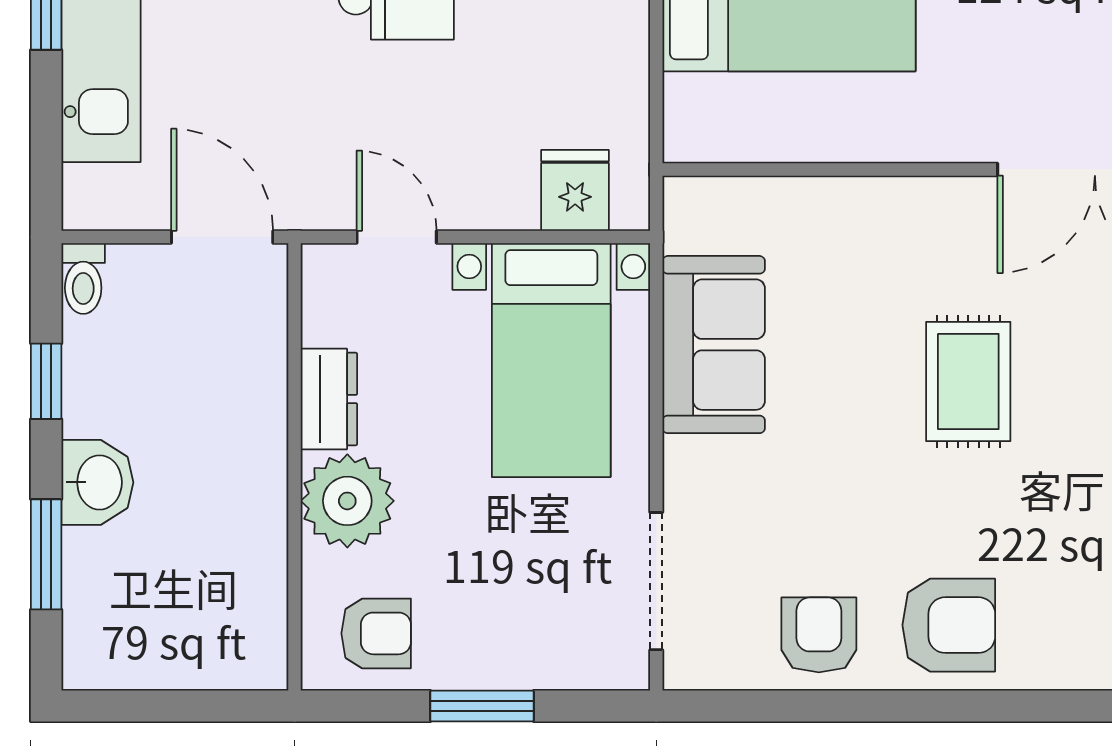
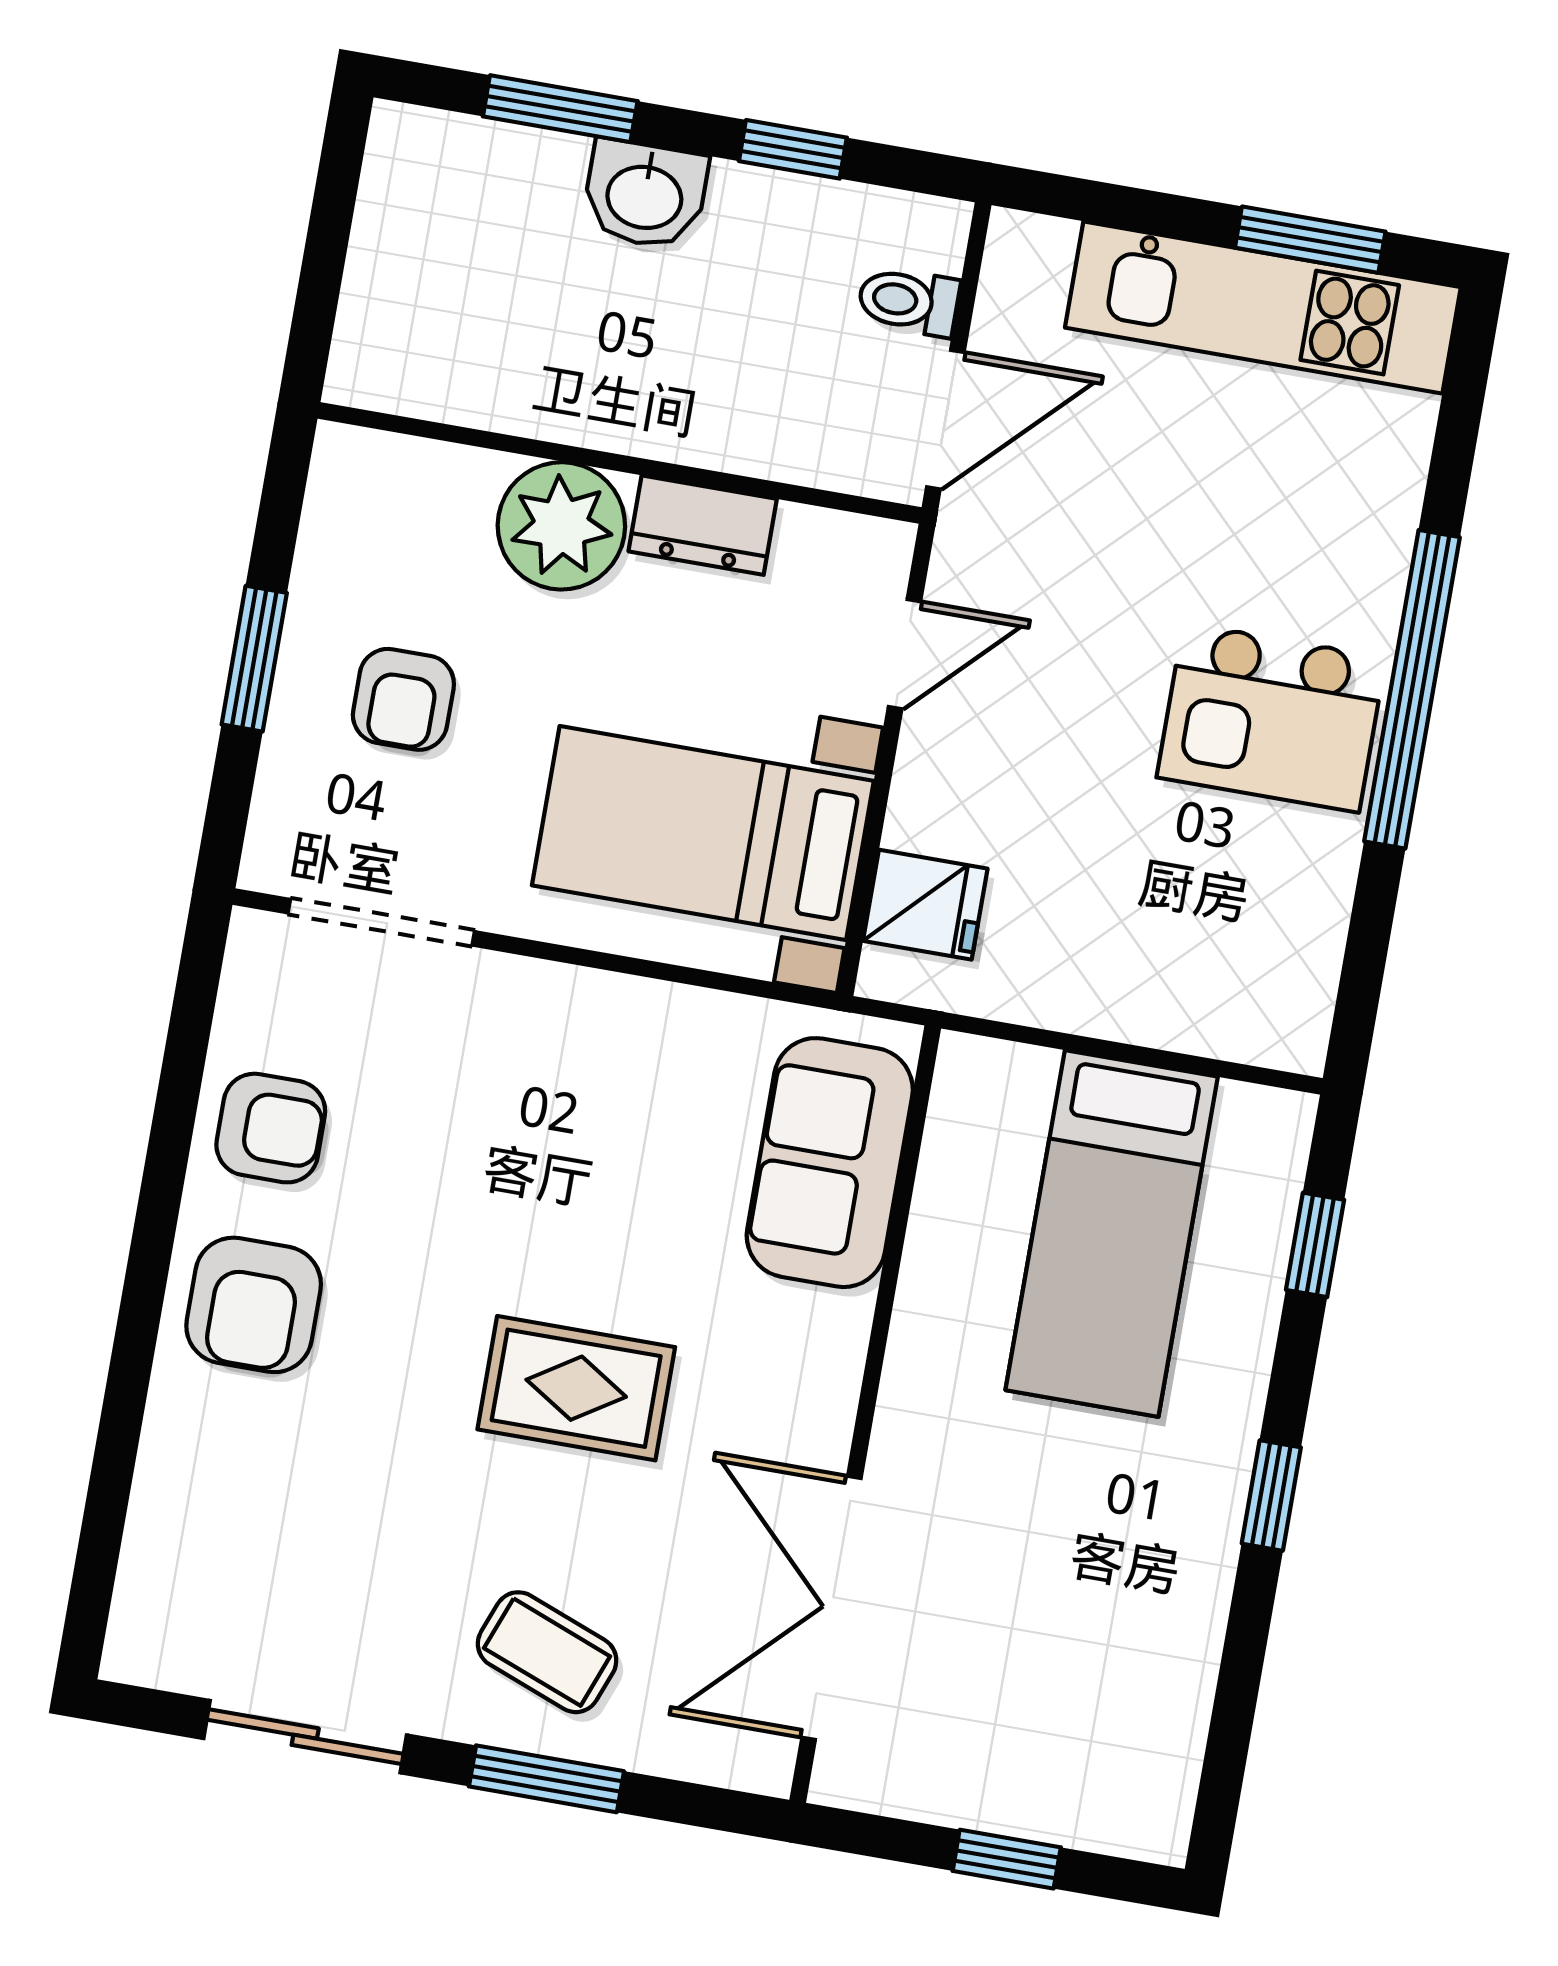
toilet: (83, 279) -> (909, 301), moved
sofa: (714, 345) -> (830, 1163), moved, turned 90
armchair: (376, 633) -> (403, 699), moved

